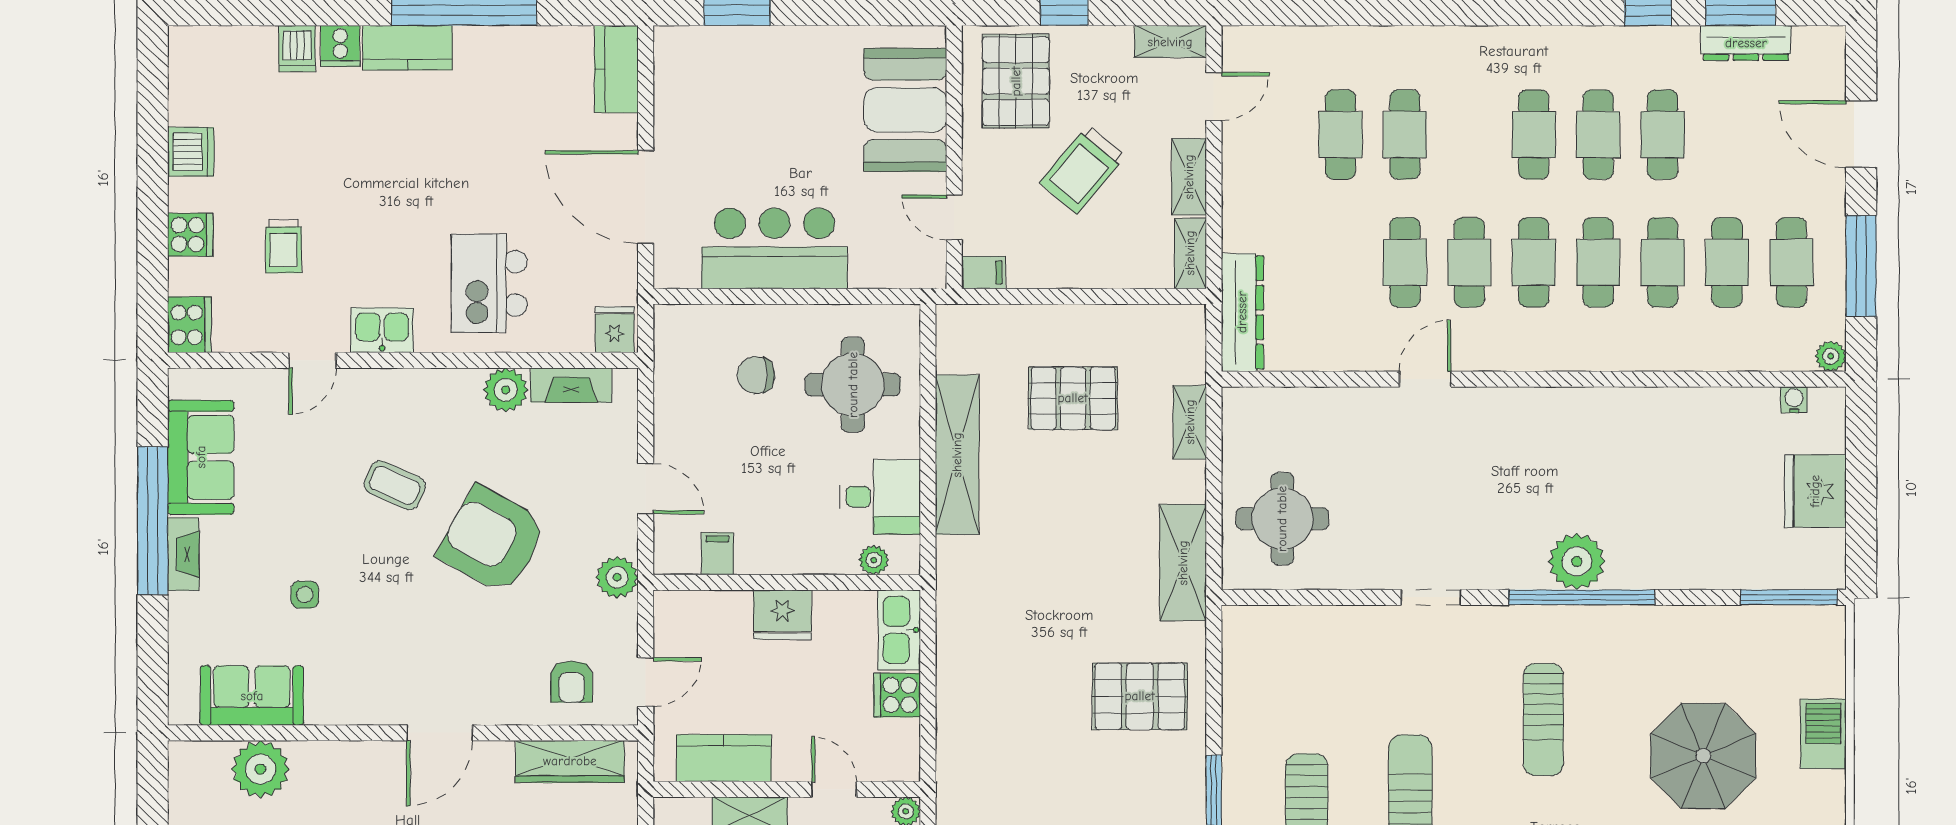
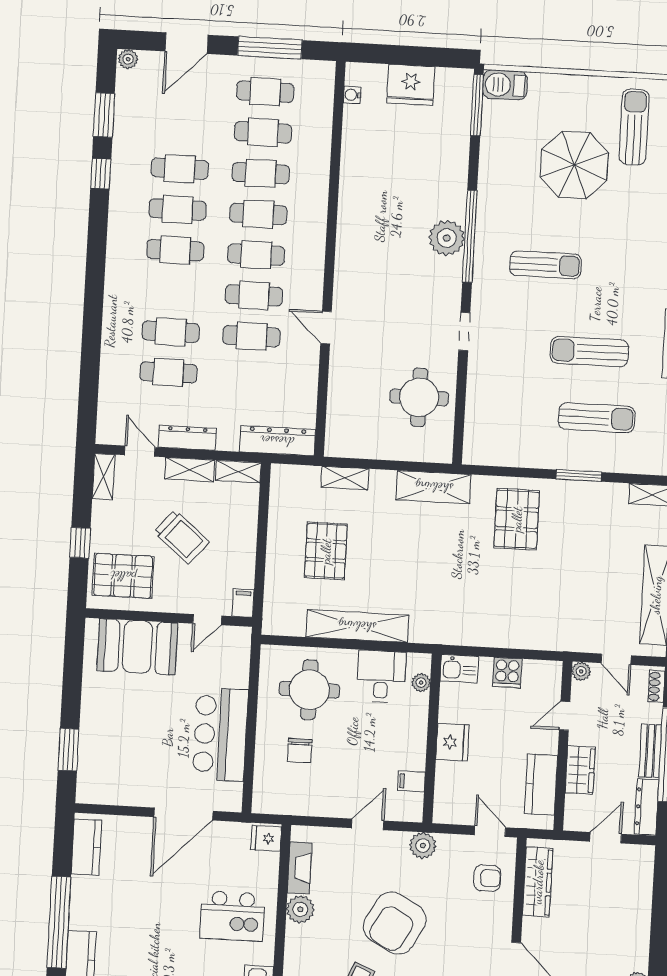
dresser: (1746, 43) -> (187, 438), moved, turned -90
kitchen counter: (616, 69) -> (86, 847), moved, turned -90
plant: (1831, 356) -> (128, 59), moved
round table: (1282, 519) -> (419, 397), moved
kitchen sink: (899, 630) -> (459, 669), width x0.73
barbecue: (1823, 734) -> (505, 85), moved

